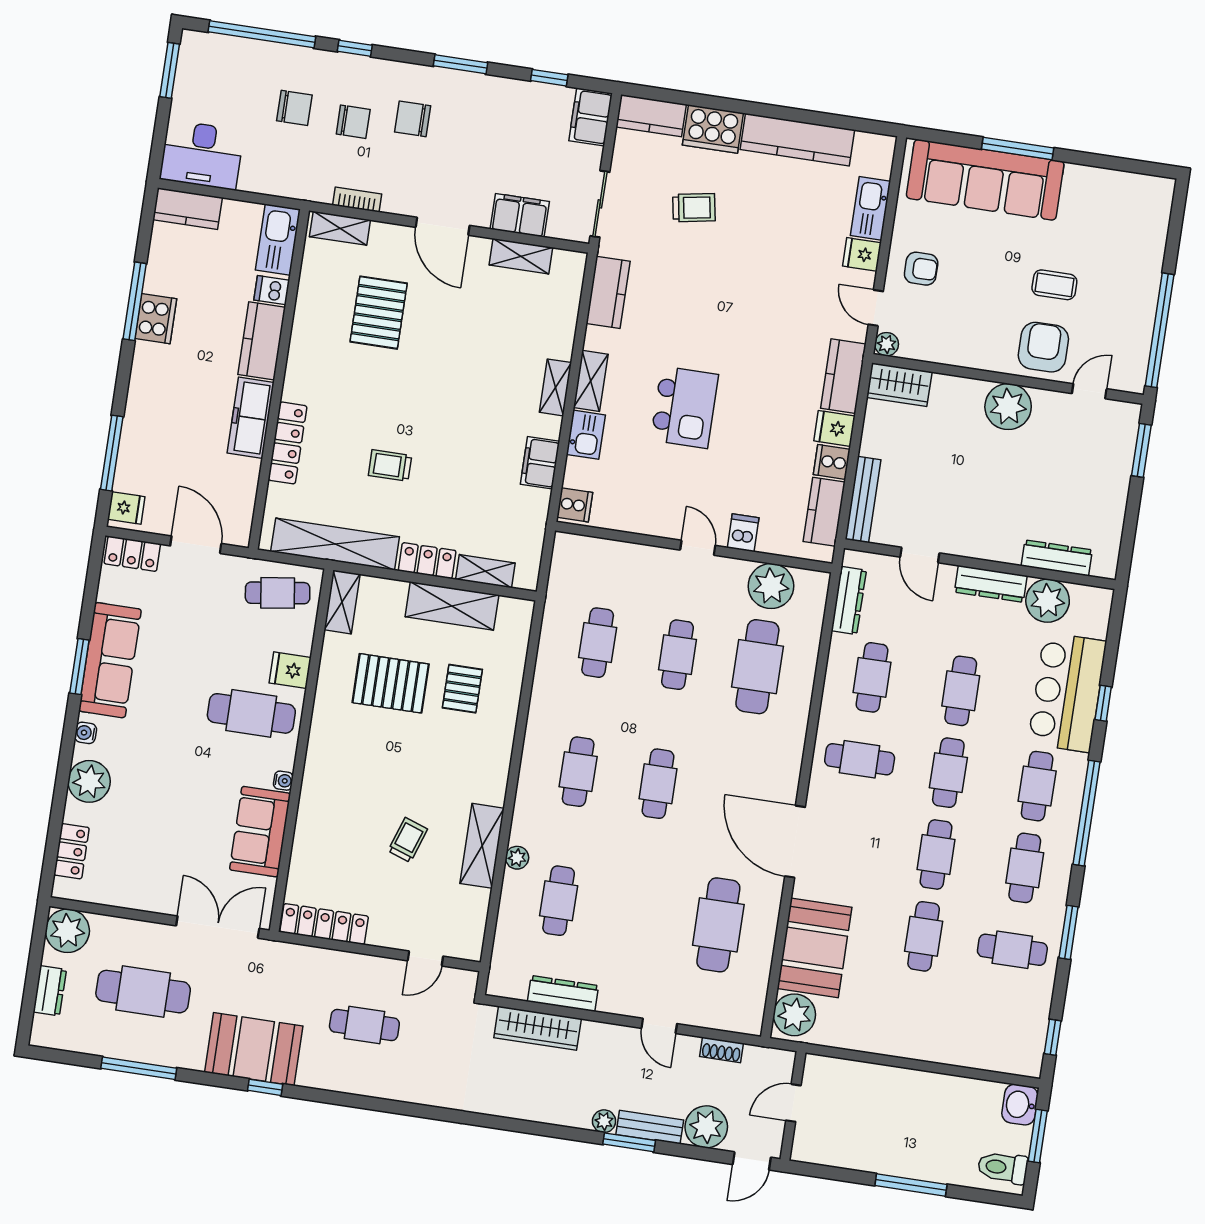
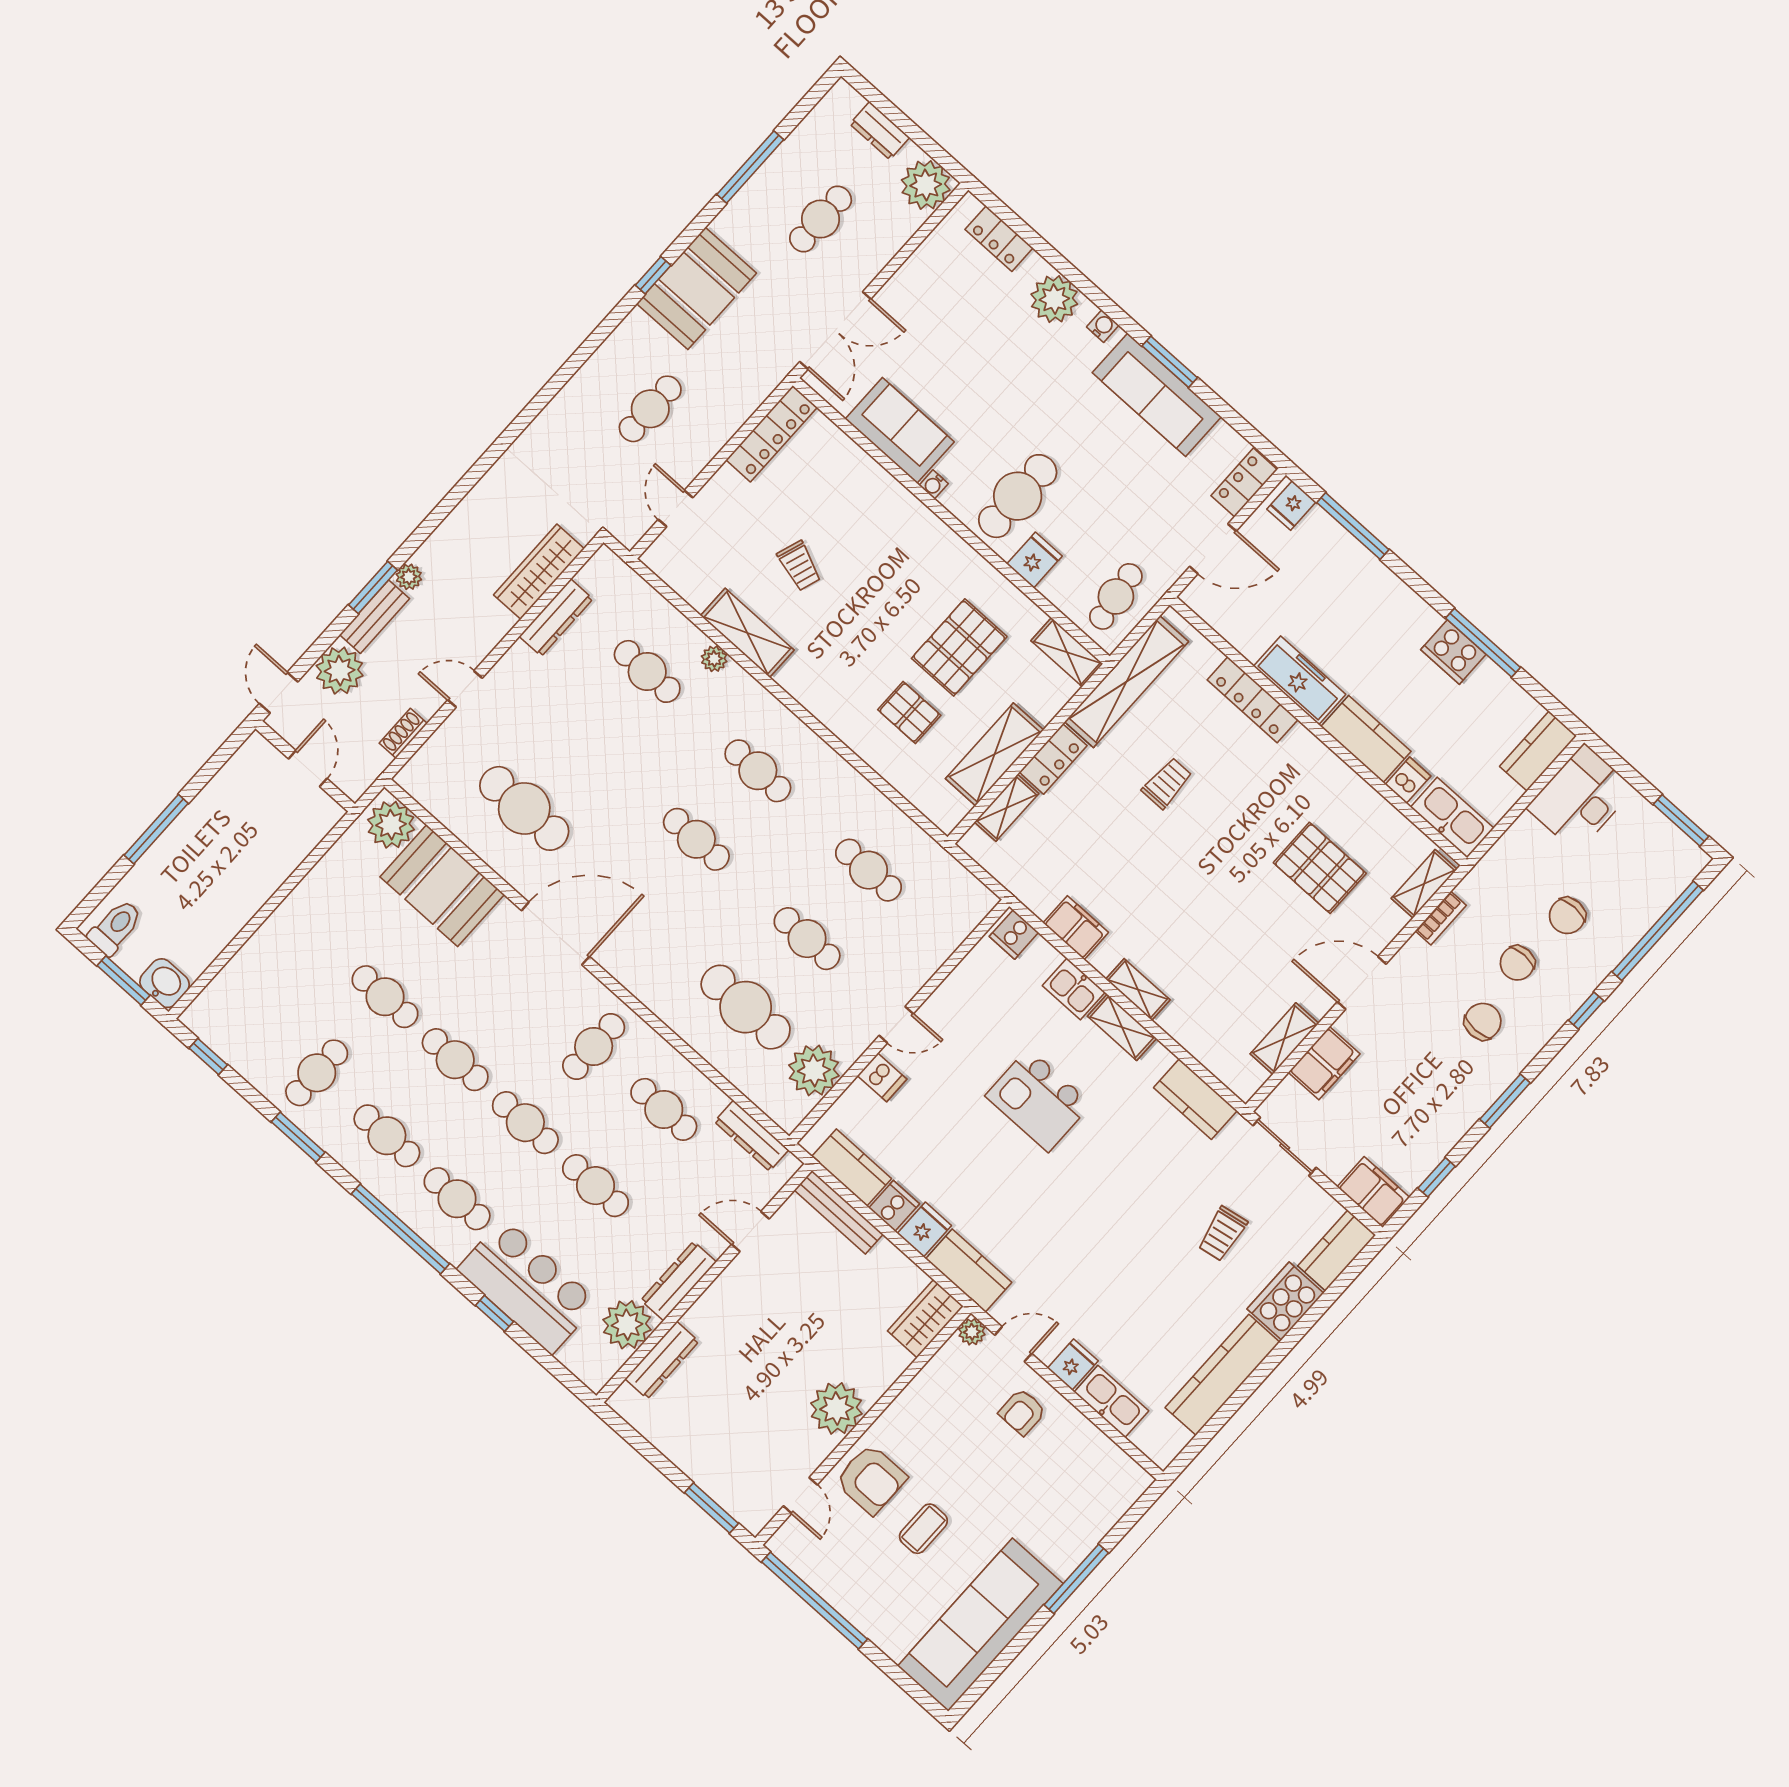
sofa: (985, 180) -> (980, 1625), moved
cafe table: (143, 992) -> (821, 219), width x0.73, depth x0.74

